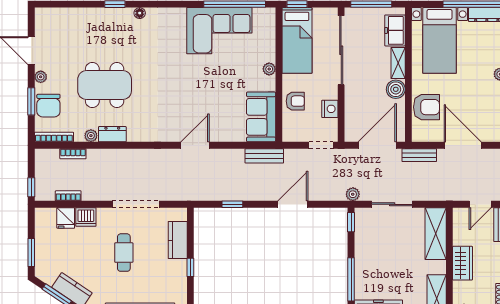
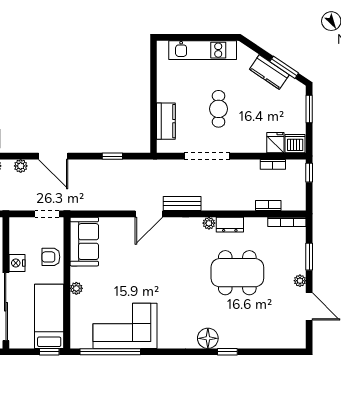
floor lamp: (140, 13) -> (208, 338), width x1.89, depth x1.89
chair: (48, 106) -> (292, 253), removed
nightstand: (330, 109) -> (17, 263), moved
plant: (91, 136) -> (209, 223), moved
doorway: (321, 145) -> (47, 214), moved
bench: (264, 156) -> (182, 203), moved
plant: (326, 194) -> (21, 166), added
door: (293, 204) -> (53, 156), hinge flipped
dishwasher: (86, 217) -> (295, 144), moved
window: (190, 267) -> (154, 94), removed

